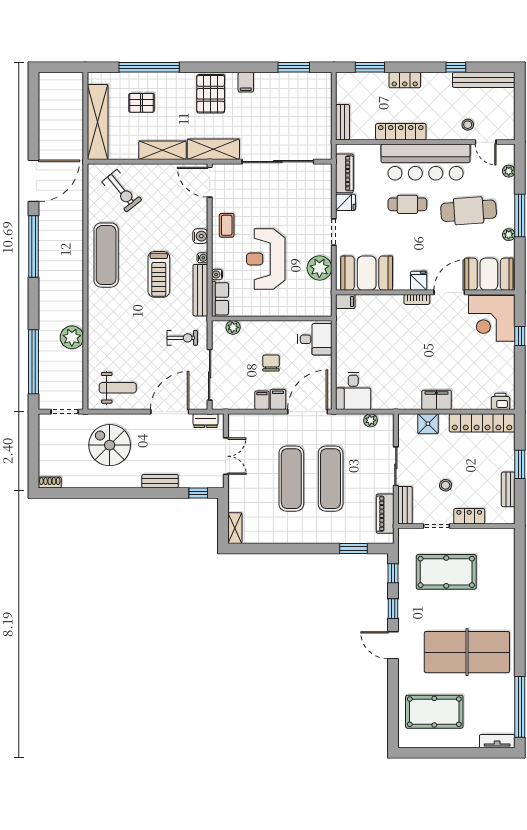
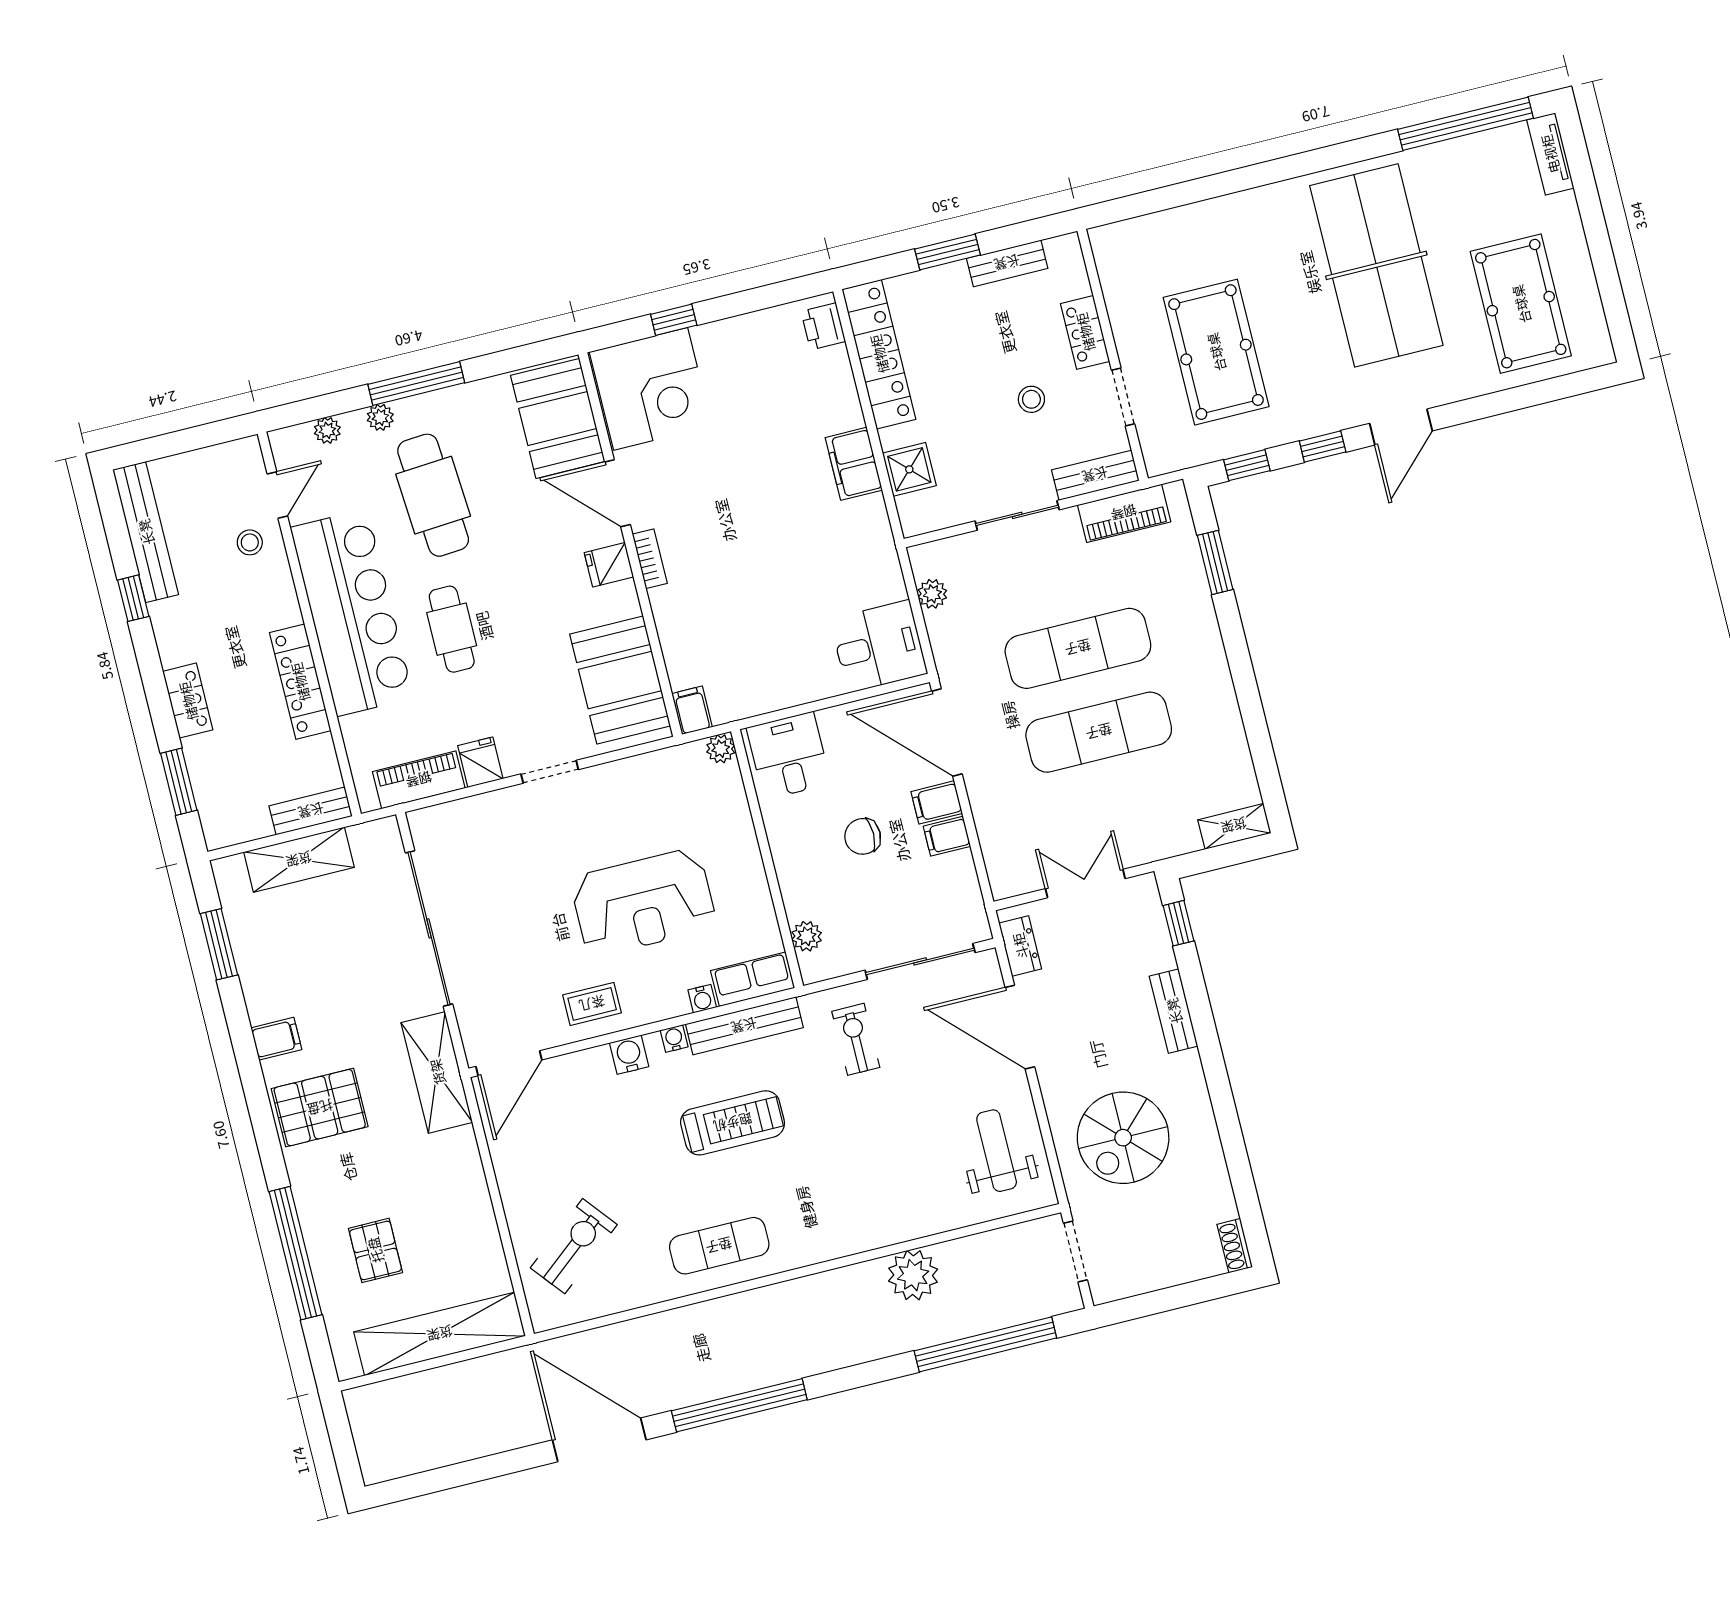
shelving: (163, 150) -> (299, 860), moved, turned 90
plant: (509, 235) -> (380, 417), moved
exercise mat: (106, 255) -> (719, 1246), width x0.73, depth x0.69
plant: (319, 268) -> (721, 749), moved, width x0.53, depth x0.53

